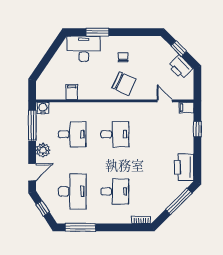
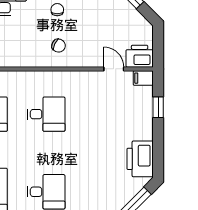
printer: (180, 67) -> (140, 56), moved, turned 135
chair: (124, 84) -> (59, 46), width x0.54, depth x0.54

